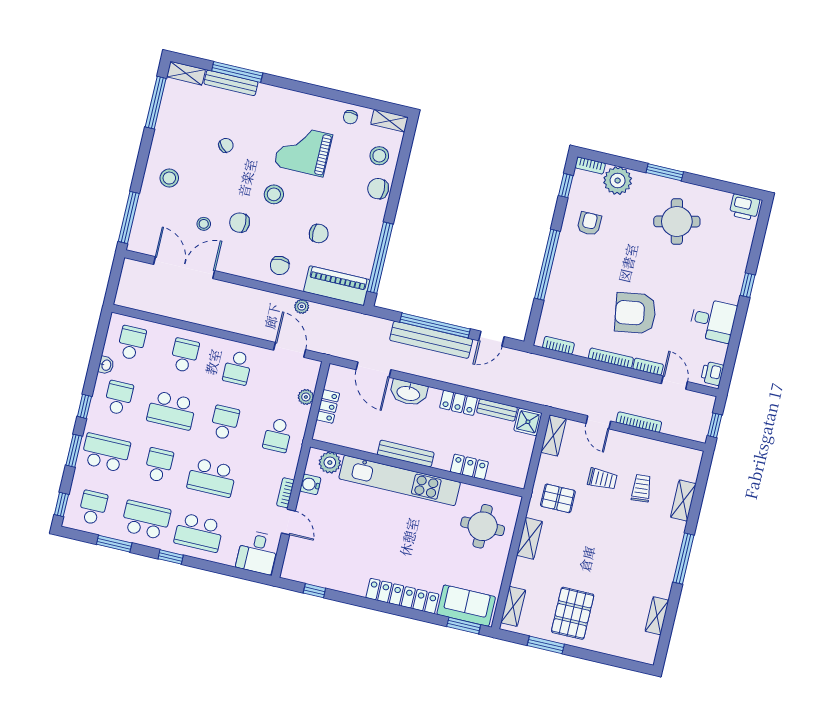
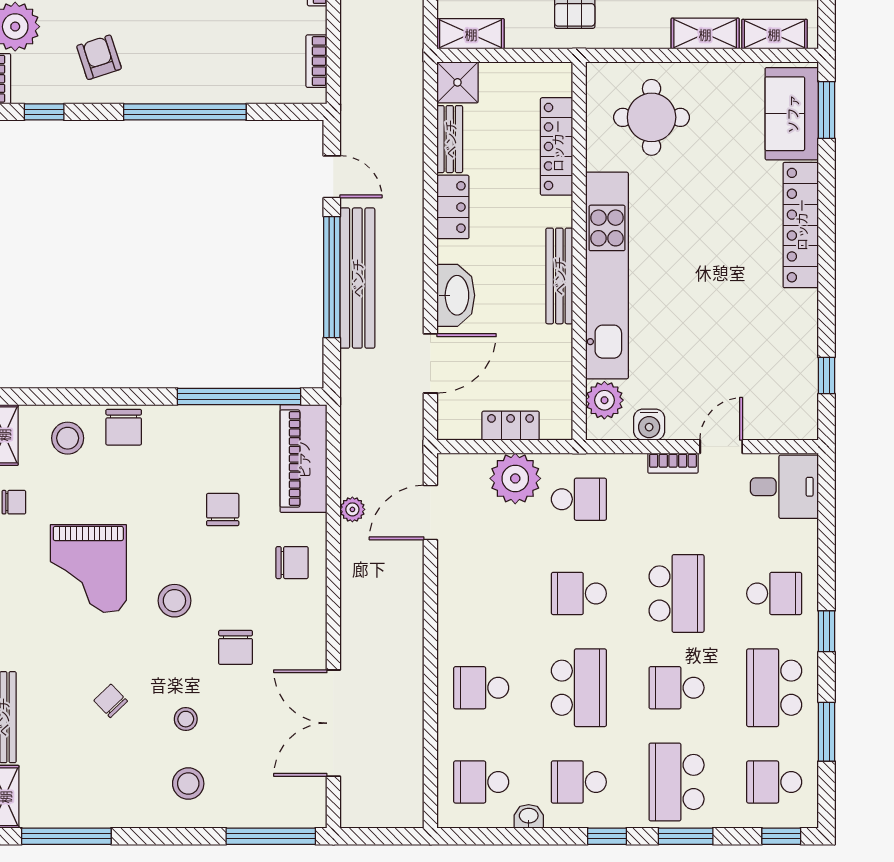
stool: (204, 224) -> (186, 719), moved
armchair: (589, 224) -> (99, 57), turned 72
school desk: (237, 368) -> (481, 593), removed
plant: (306, 397) -> (515, 478), width x1.87, depth x1.87
locker: (469, 467) -> (557, 146), width x1.53
school desk: (199, 532) -> (774, 593), width x0.54
shelving: (530, 538) -> (705, 34), moved

